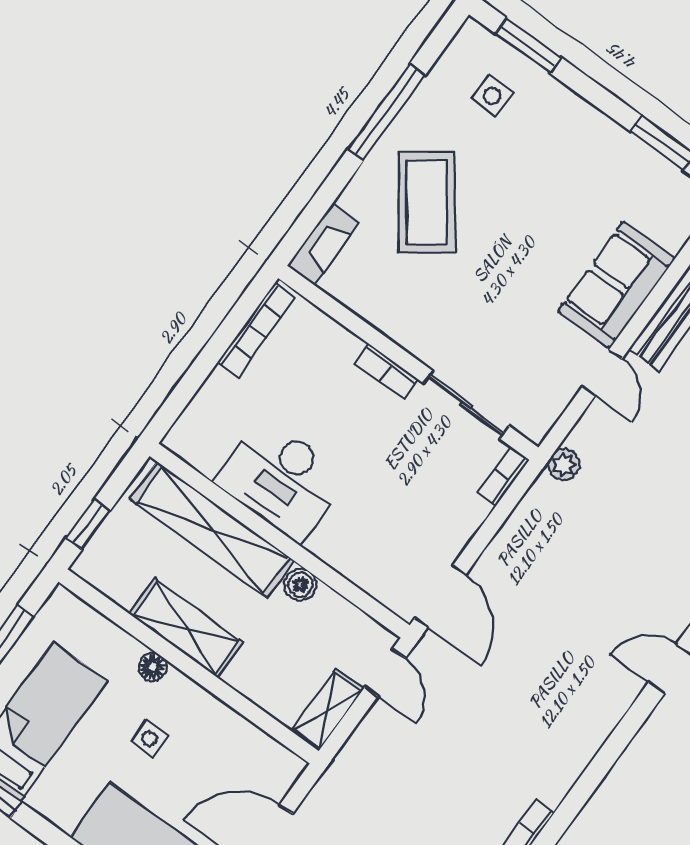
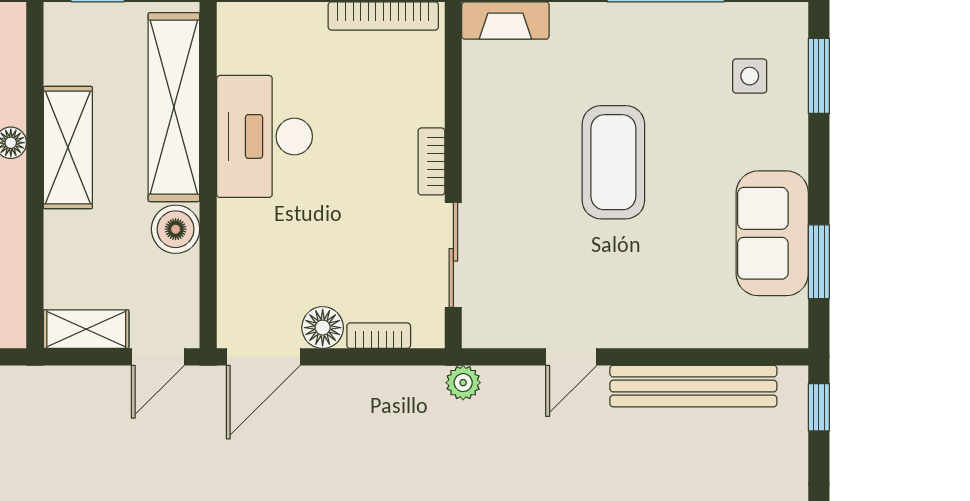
coffee table: (427, 202) -> (613, 162), moved, turned -54
sofa: (616, 285) -> (772, 233), moved, turned -90
bookcase: (504, 476) -> (379, 336), moved
floor lamp: (450, 538) -> (323, 328), added
boiler: (300, 585) -> (176, 229), width x1.36, depth x1.36

